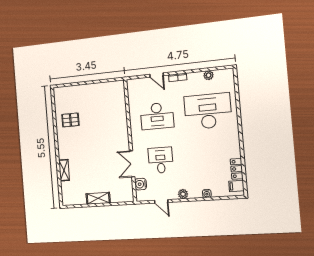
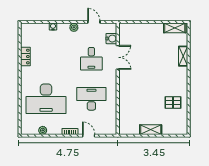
shelving: (91, 89) -> (151, 130), added
locker: (237, 169) -> (25, 57), moved
filing cabinet: (236, 186) -> (27, 32), removed
shelving: (98, 198) -> (175, 28), moved

